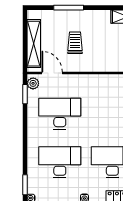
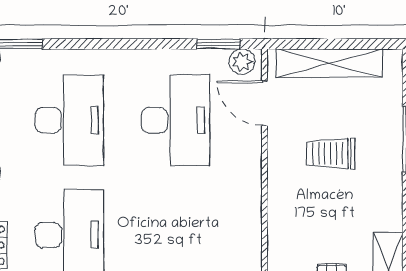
trolley: (75, 43) -> (331, 153), turned 180
door: (52, 73) -> (265, 103), swing flipped

